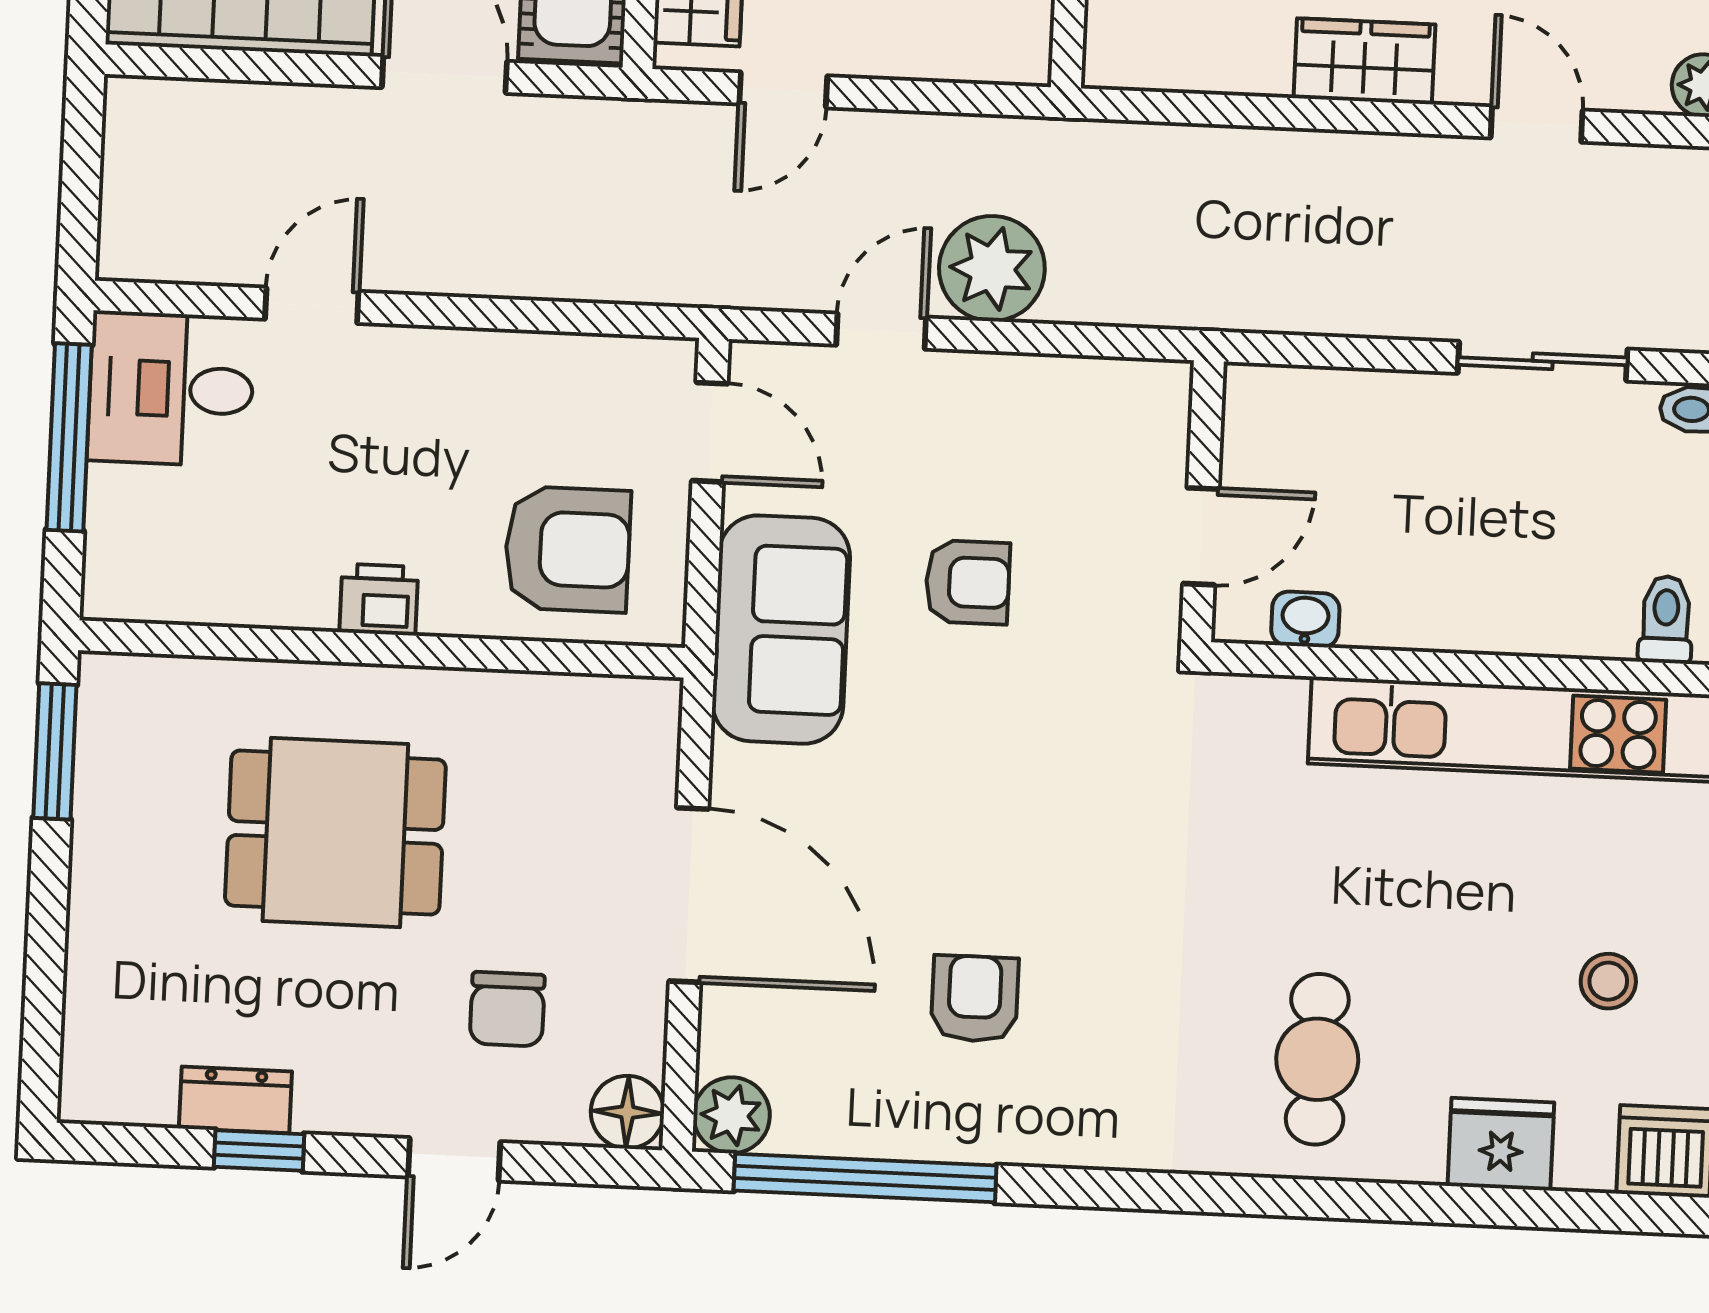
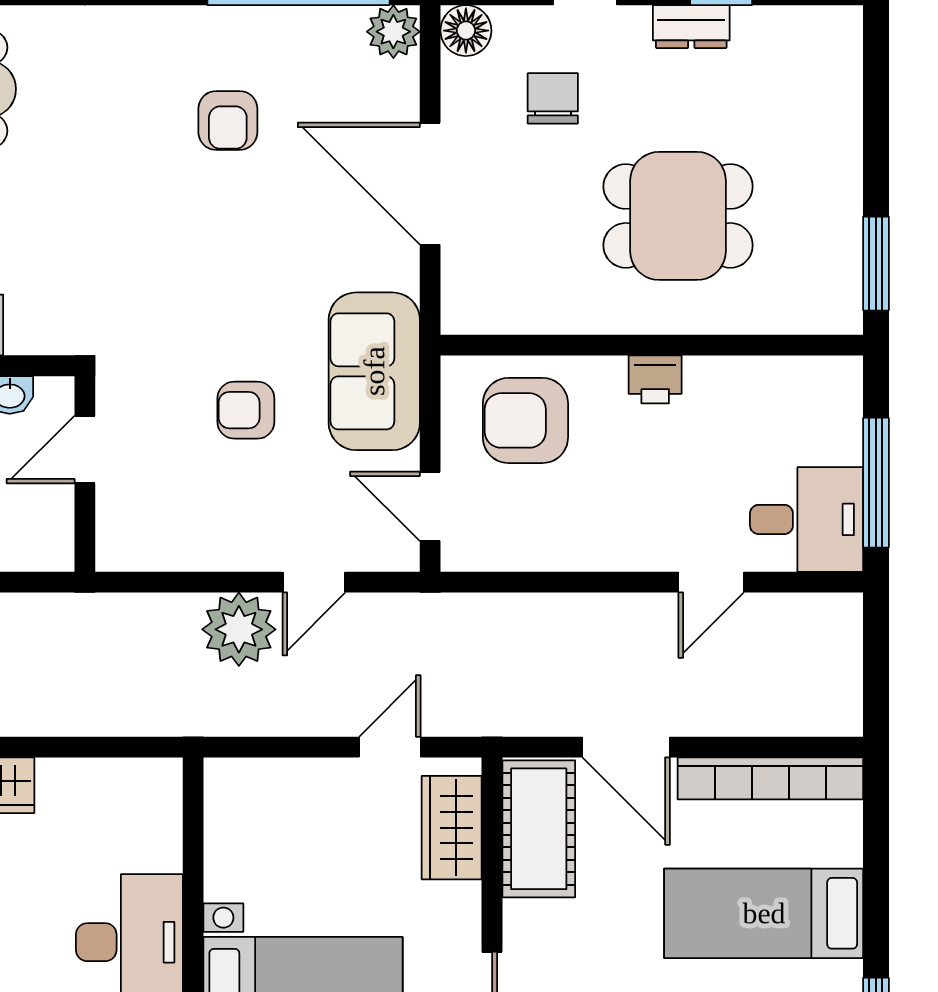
dresser: (235, 1100) -> (691, 27), moved

